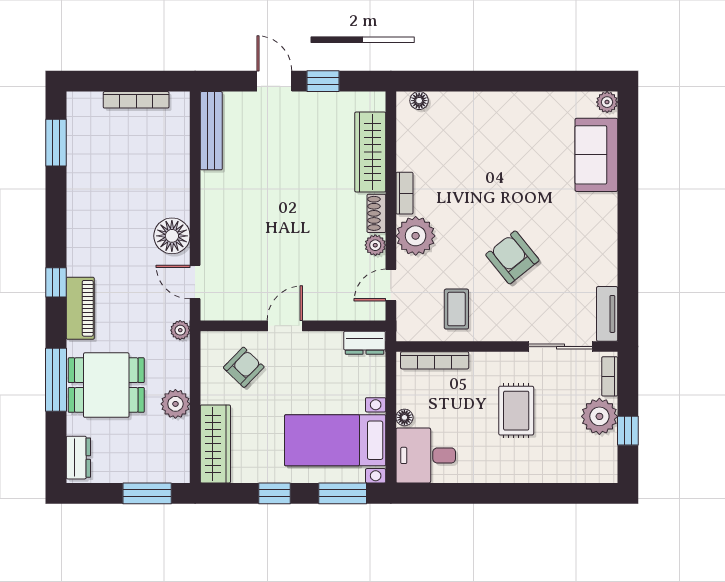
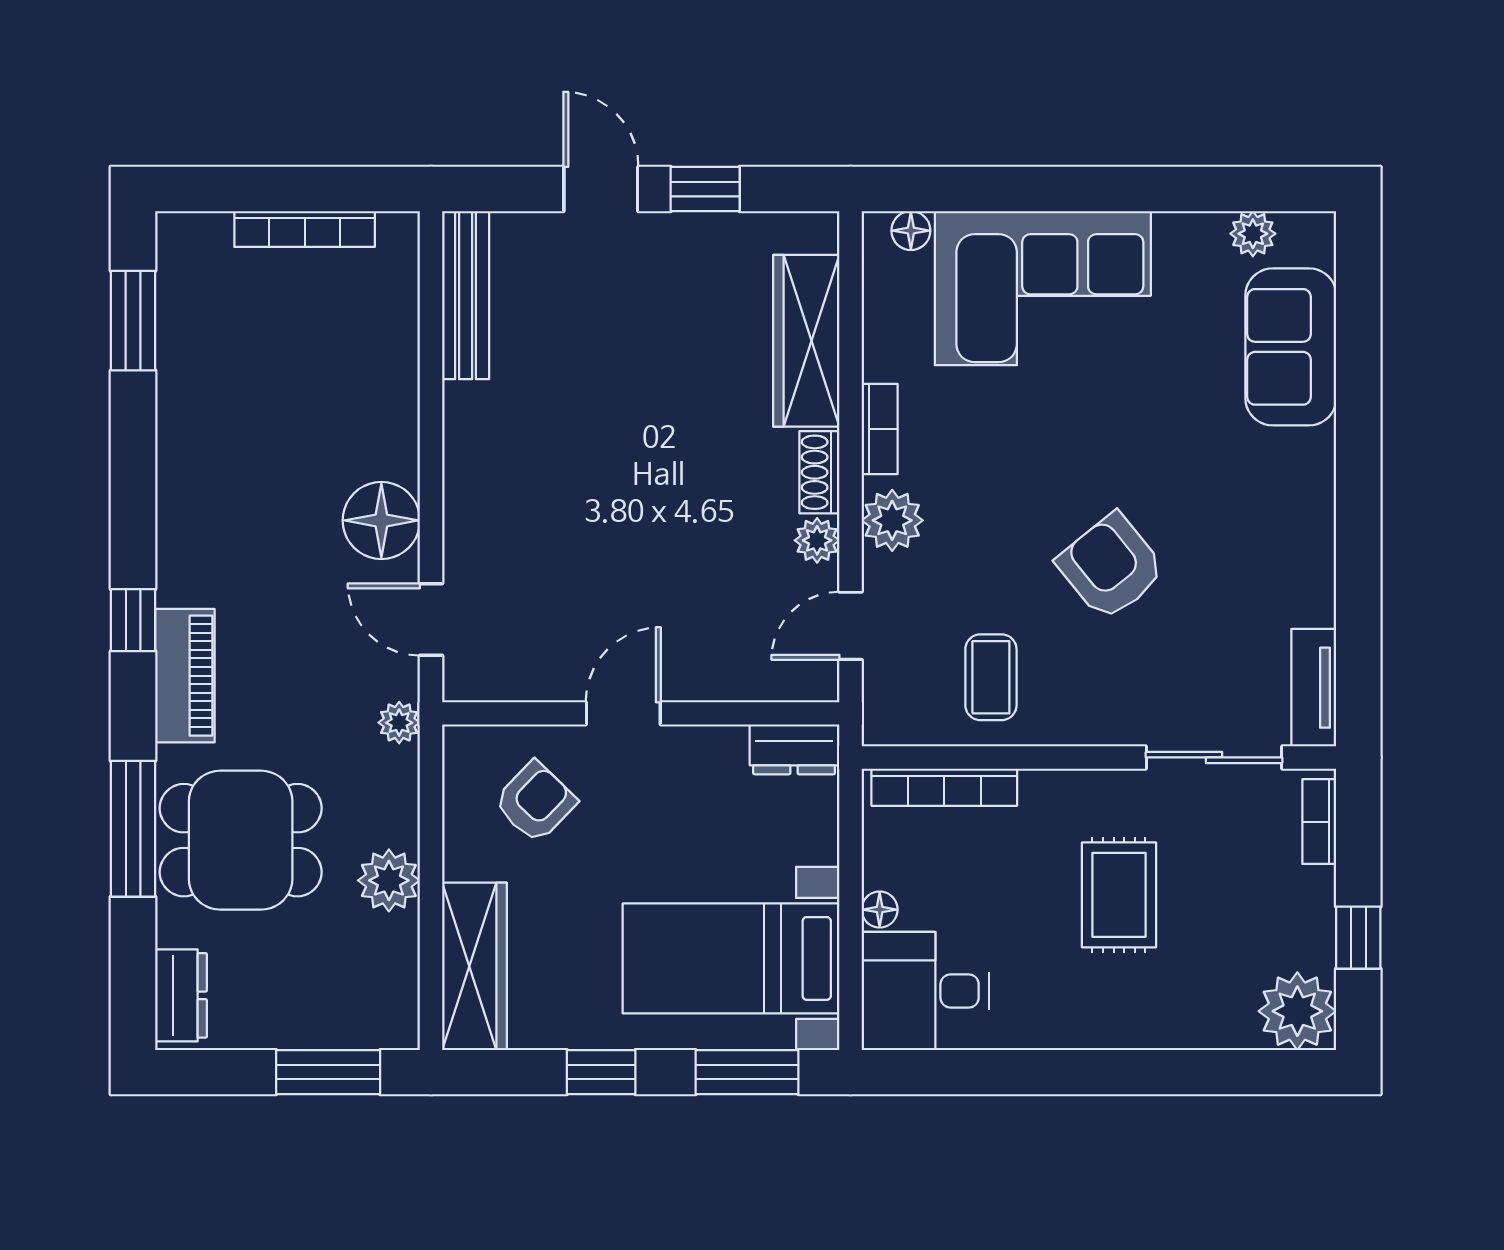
plant: (607, 102) -> (1253, 234), moved
corner sofa: (481, 127) -> (1043, 288), added
plant: (416, 236) -> (892, 520), width x0.73, depth x0.73
plant: (599, 416) -> (1297, 1011), moved

